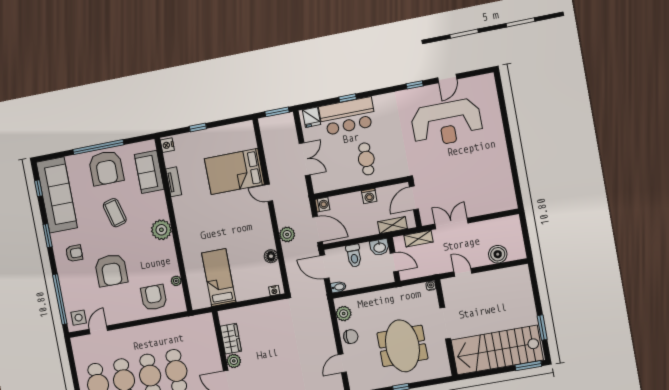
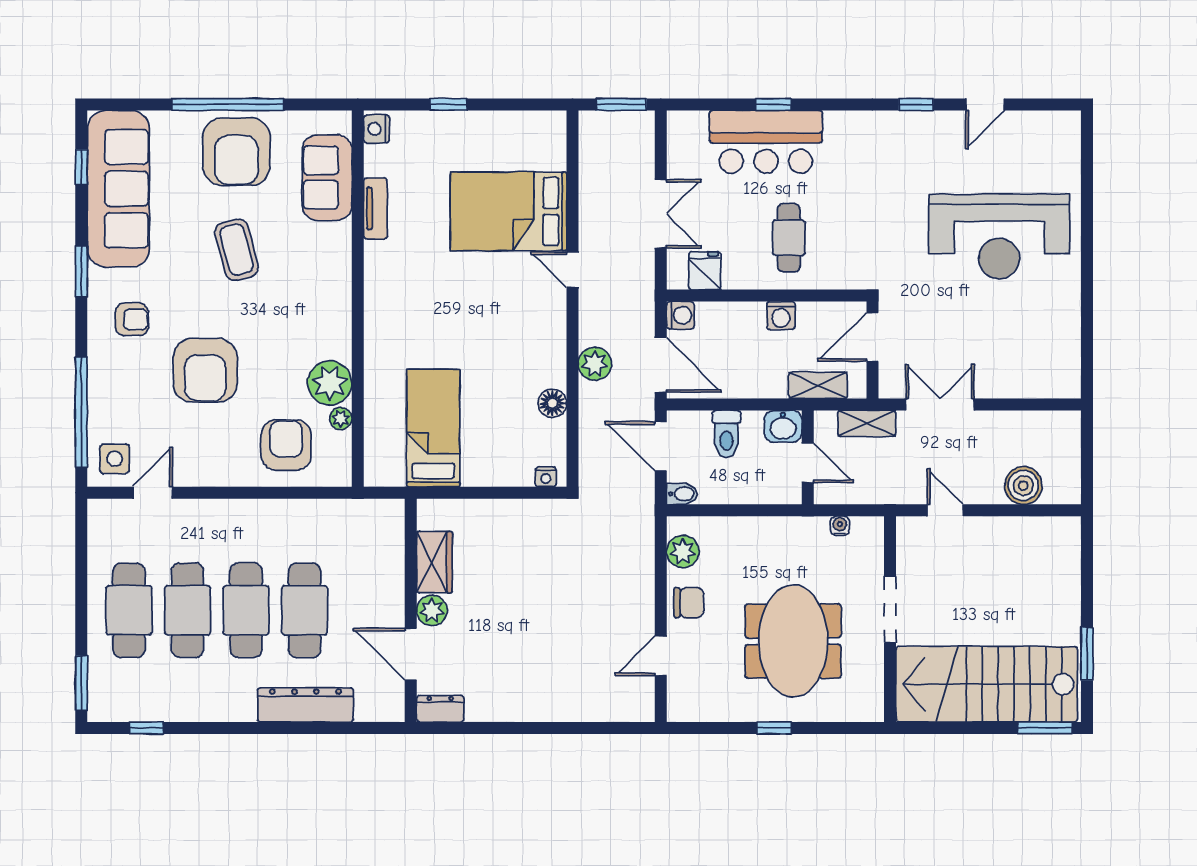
fridge: (311, 117) -> (705, 271), moved, turned 180
reception desk: (447, 123) -> (999, 236), moved
plant: (161, 230) -> (330, 383), moved
water cooler: (431, 286) -> (840, 526), moved

